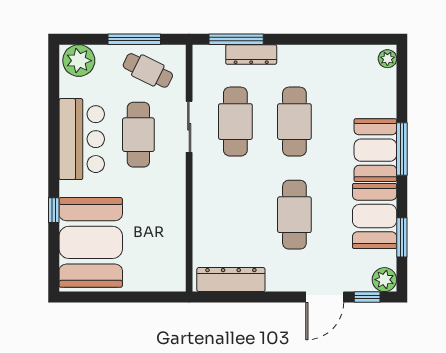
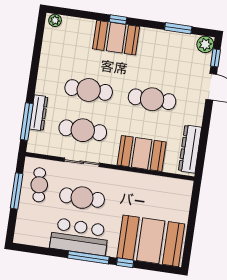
plant: (79, 61) -> (26, 231), removed
cafe table: (148, 70) -> (39, 185), turned -32
window: (402, 149) -> (118, 19), width x0.46
window: (54, 156) -> (88, 257), added
booth: (375, 216) -> (142, 153), moved

